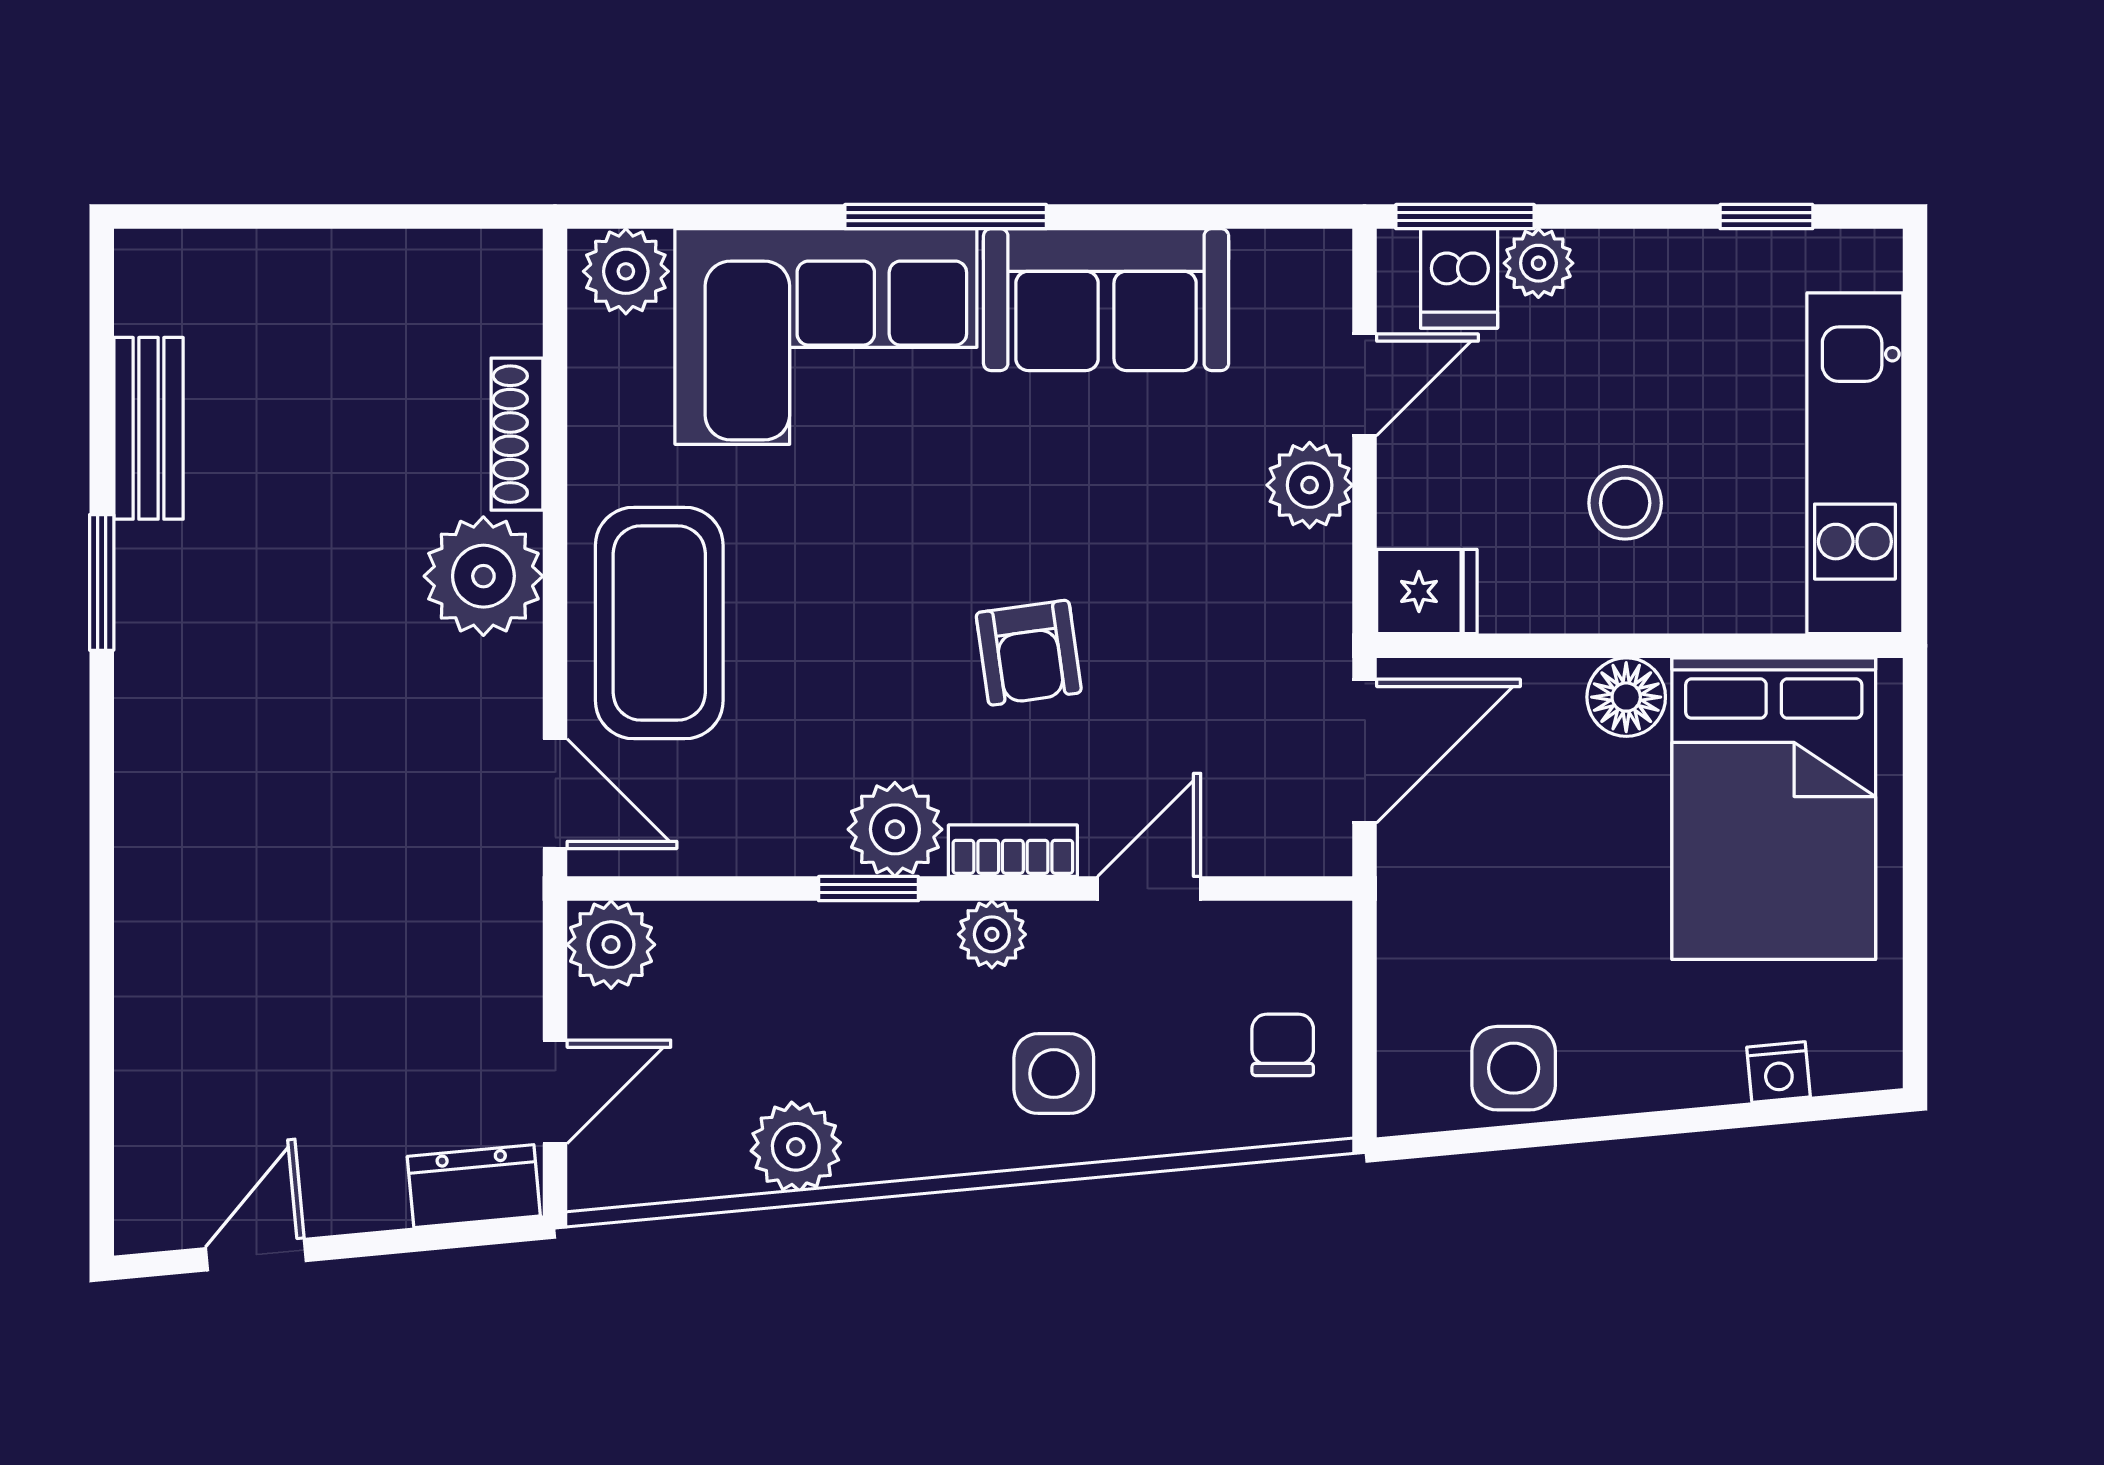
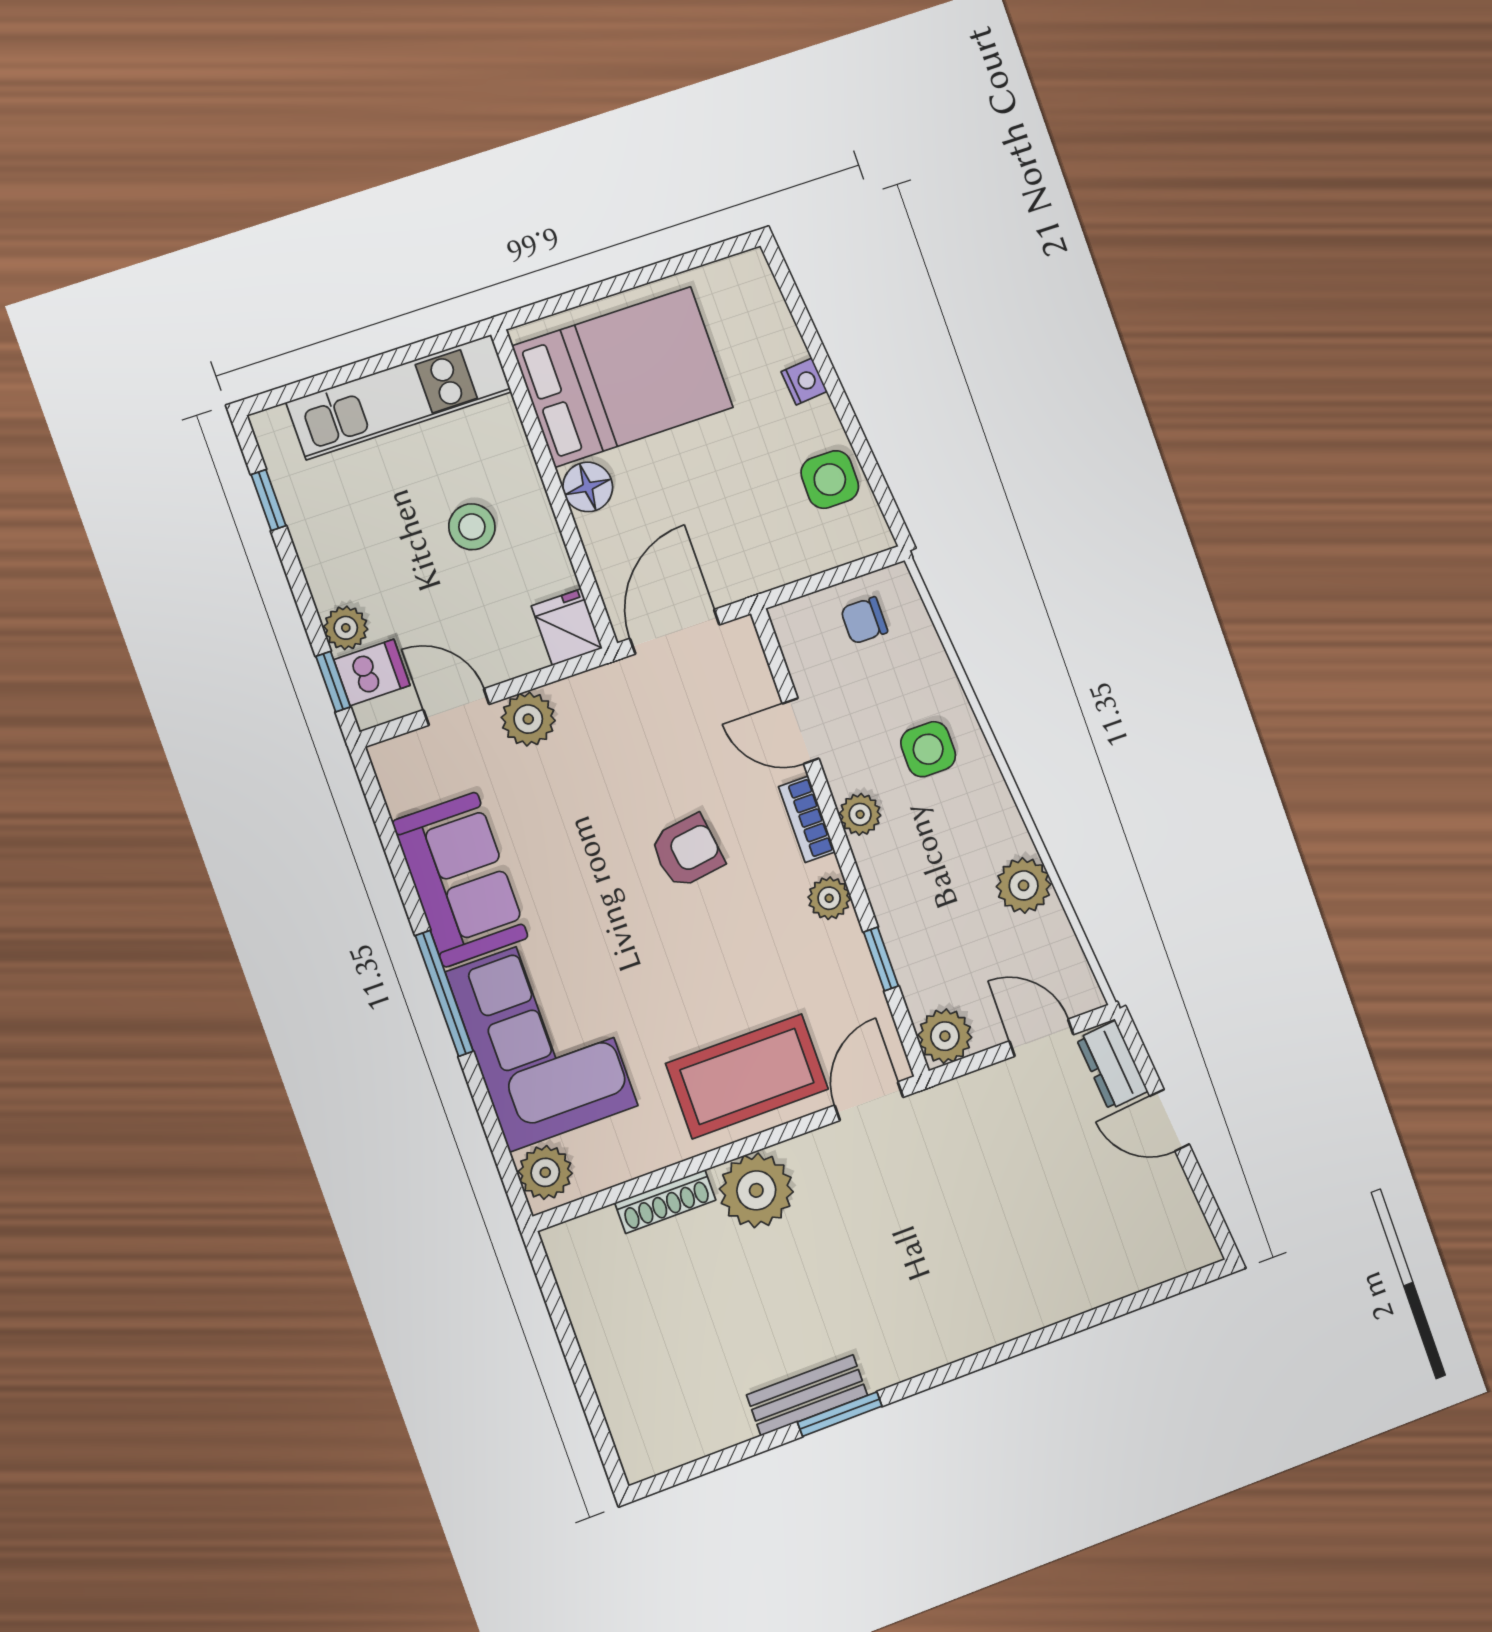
window: (1465, 217) -> (333, 682), width x0.67
bench: (149, 428) -> (807, 1395), moved
door: (1365, 751) -> (675, 632), hinge flipped
plant: (895, 829) -> (829, 898), width x0.73, depth x0.73
window: (868, 889) -> (881, 959), moved
nightstand: (1779, 1072) -> (804, 382), moved
door: (256, 1255) -> (1169, 1120), moved

